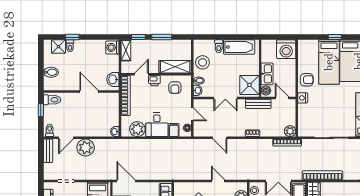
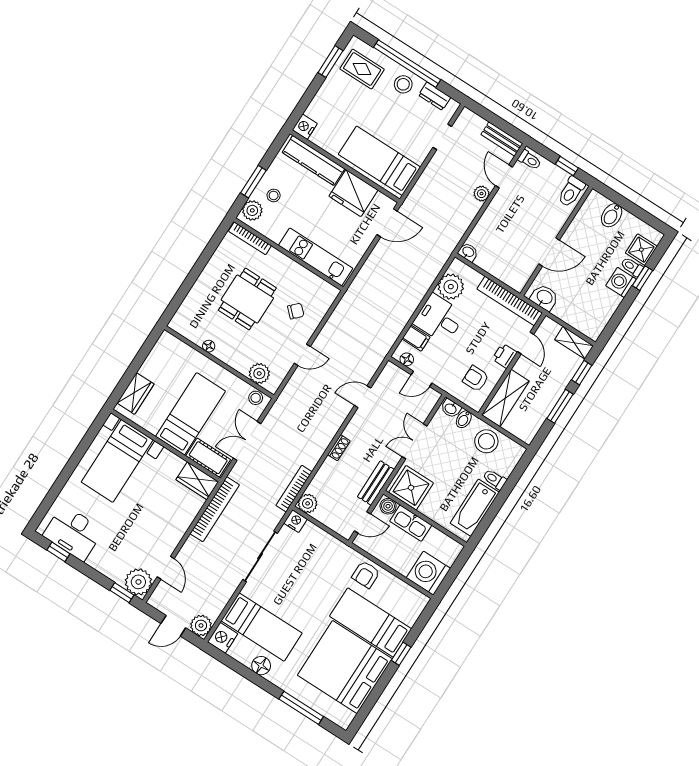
washing machine: (112, 47) -> (621, 282), moved, turned -90
nightstand: (303, 98) -> (295, 521), moved
plant: (86, 148) -> (482, 194), width x0.53, depth x0.53

